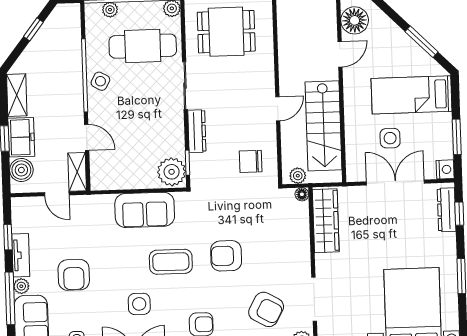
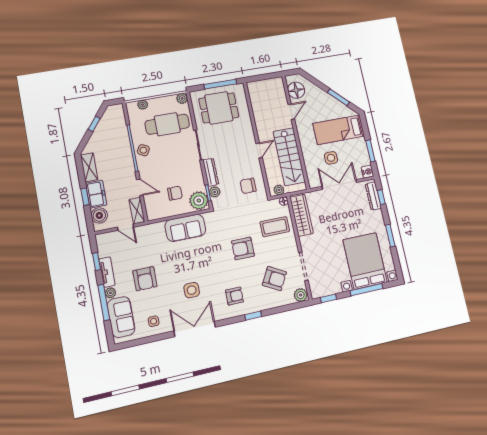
chair: (138, 155) -> (175, 193), added
plant: (198, 163) -> (215, 192), added
coffee table: (171, 262) -> (275, 227), moved

